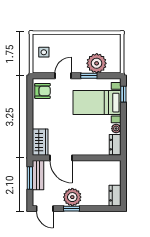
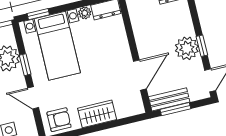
armchair: (42, 91) -> (59, 120), turned 90
wardrobe: (40, 142) -> (97, 114), moved

